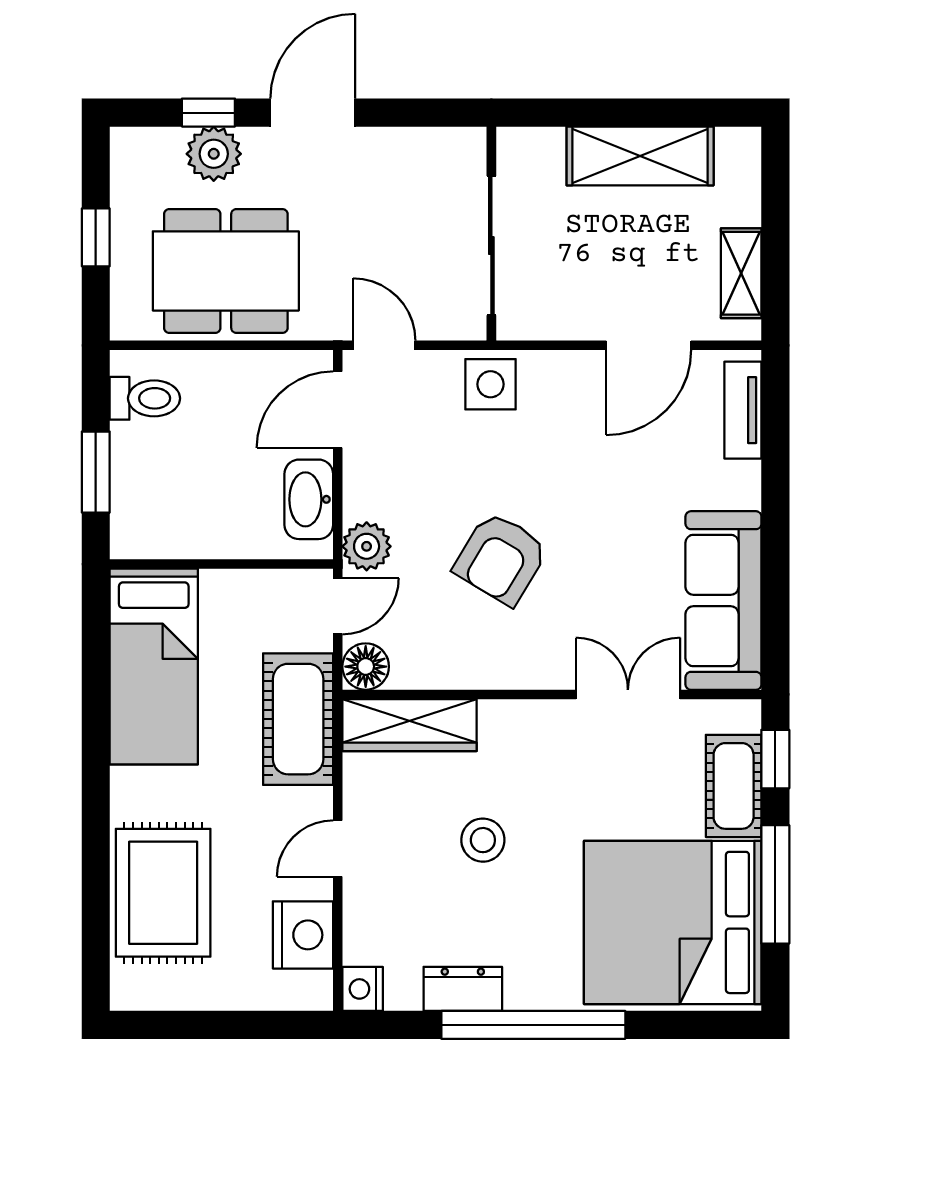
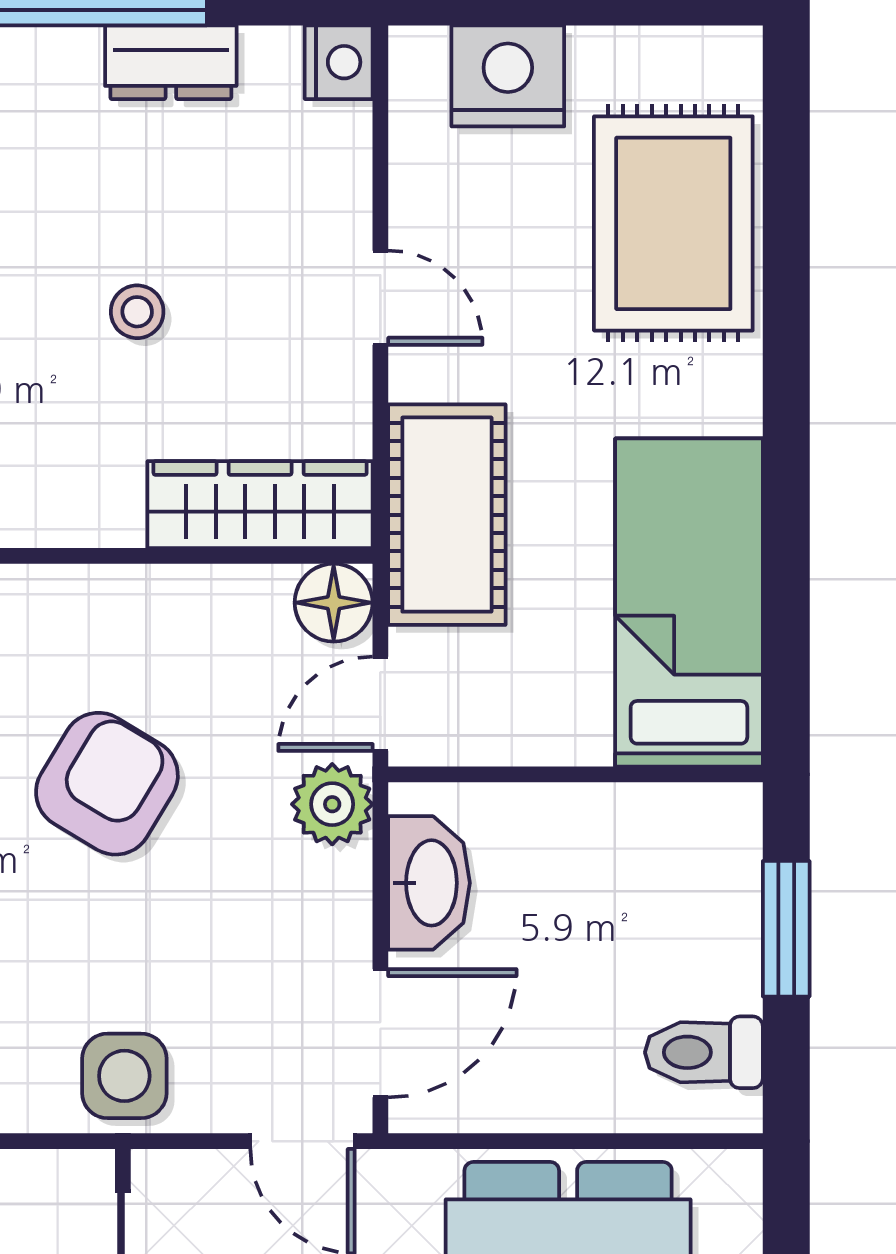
stool: (483, 840) -> (137, 312), width x0.73, depth x0.73
door: (338, 848) -> (380, 298), hinge flipped
nightstand: (303, 935) -> (508, 76), moved, turned 90

